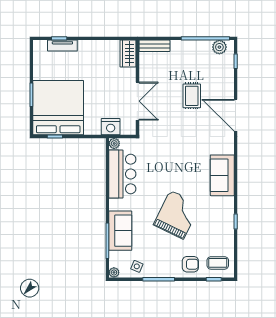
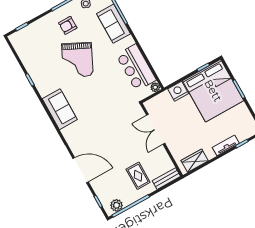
tv unit: (62, 46) -> (226, 145), moved
wardrobe: (128, 54) -> (195, 161), moved, turned -90
rug: (192, 96) -> (138, 176), moved
door: (236, 115) -> (81, 170), moved
nightstand: (111, 127) -> (178, 91), moved
coffee table: (218, 263) -> (26, 41), removed
armchair: (190, 264) -> (68, 25), moved

